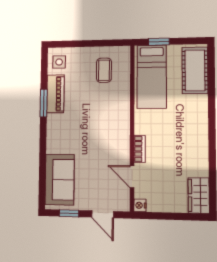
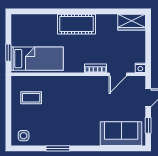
cot: (195, 70) -> (77, 24), moved
piano: (55, 94) -> (50, 138), removed

